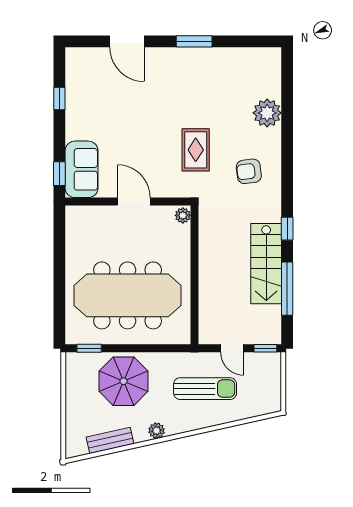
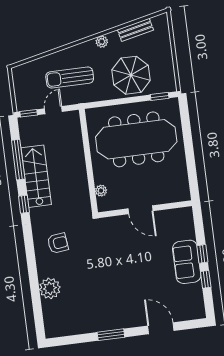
rug: (196, 150) -> (99, 254), removed
sofa: (82, 169) -> (187, 262), moved
window: (59, 174) -> (202, 254), moved
plant: (183, 215) -> (101, 191), moved
door: (232, 348) -> (53, 110), hinge flipped

